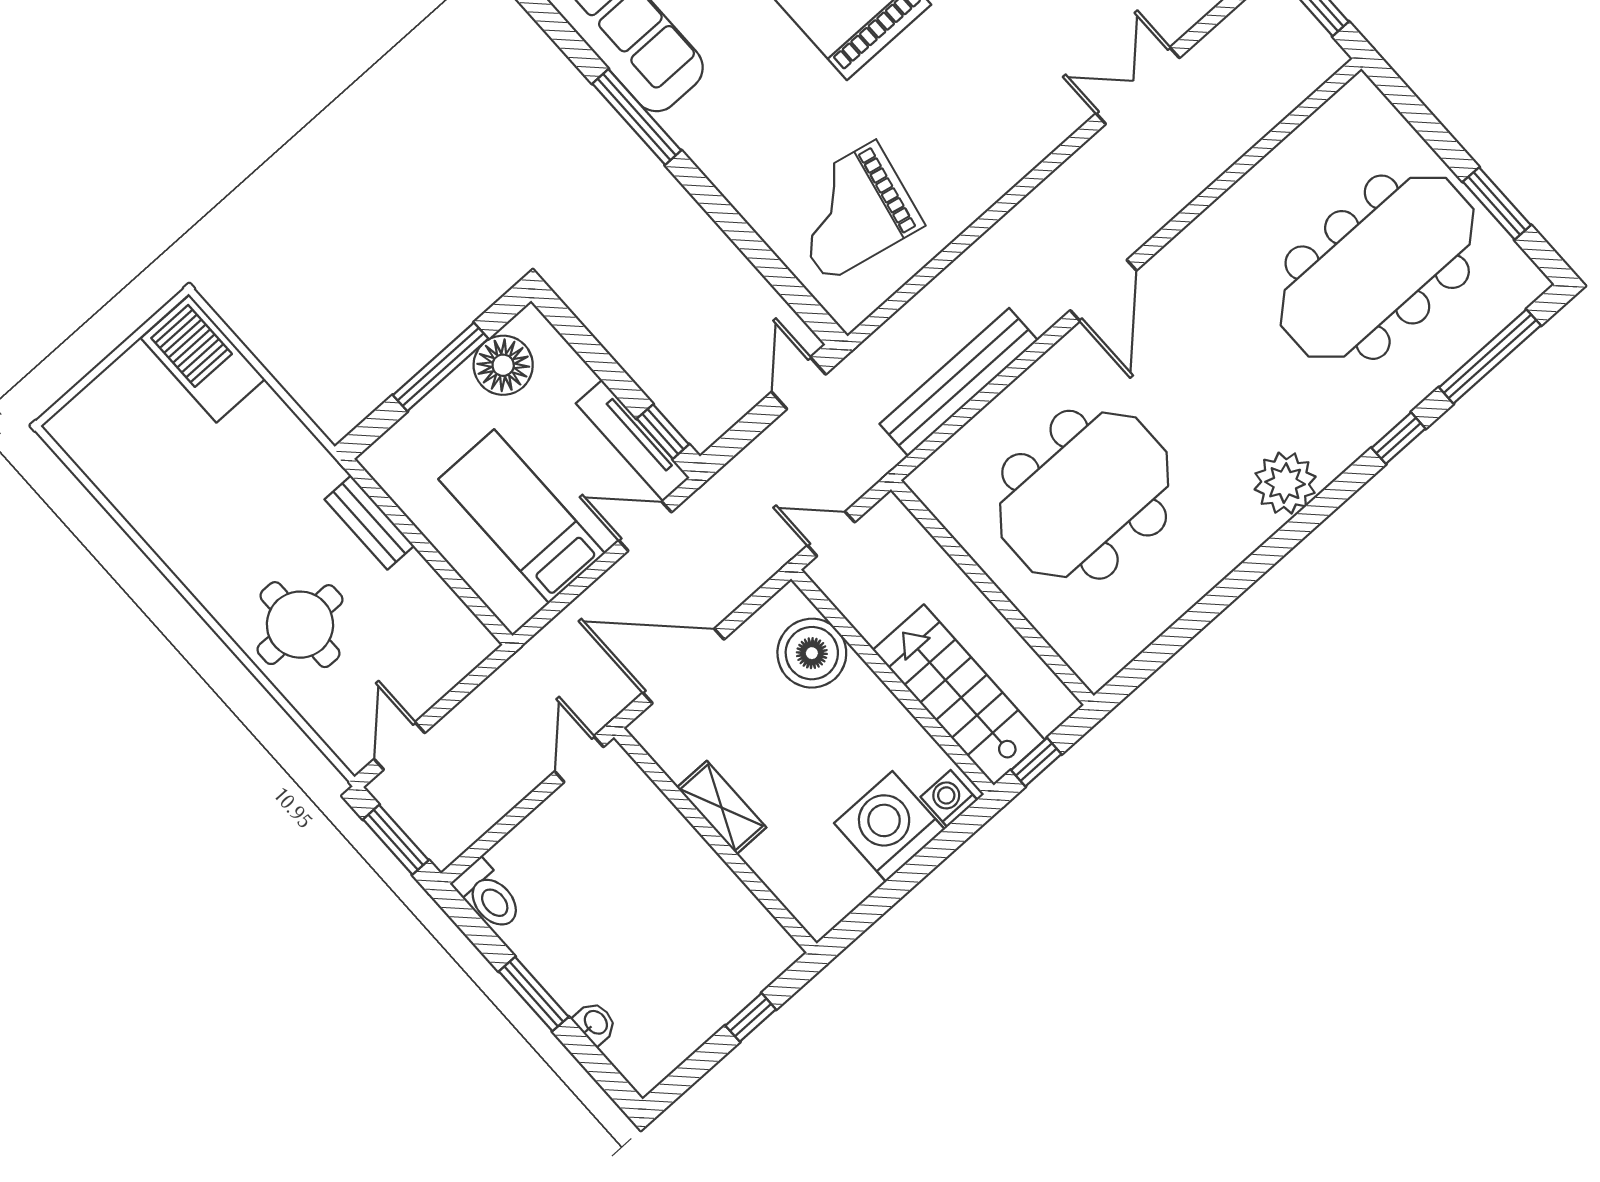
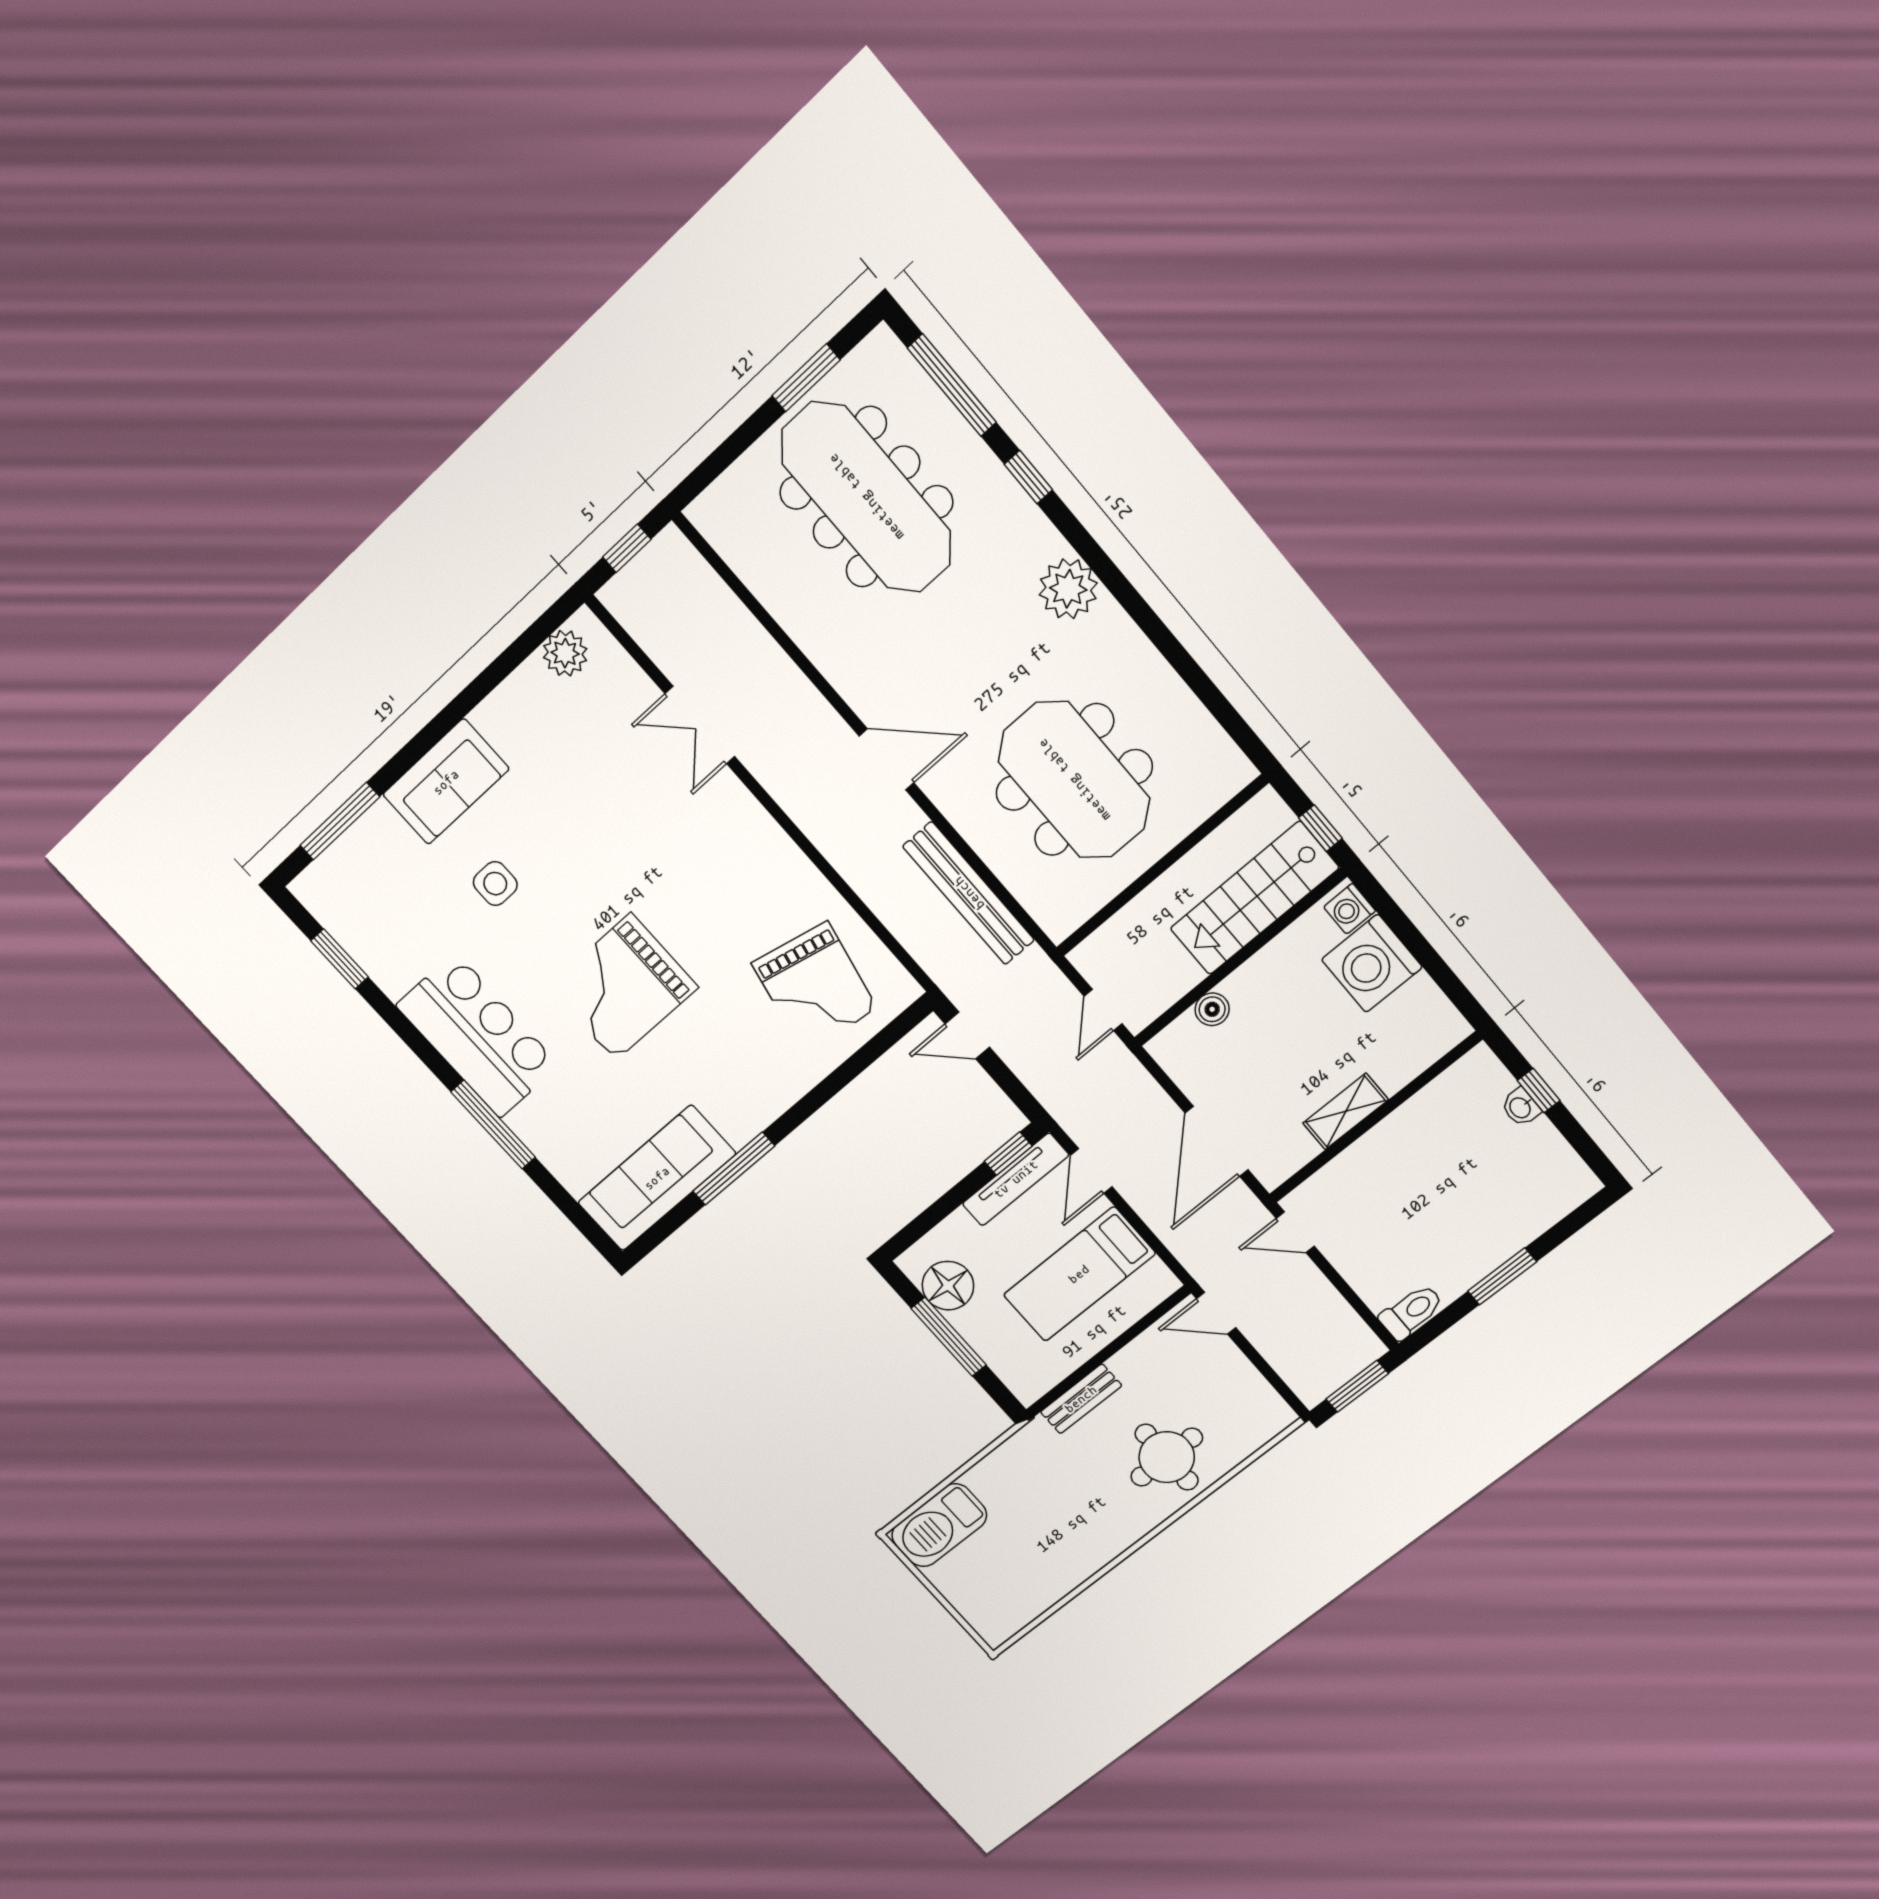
boiler: (812, 653) -> (1212, 1009), width x0.54, depth x0.54
door: (399, 746) -> (1216, 1313), moved
washbasin: (595, 1023) -> (1521, 1107), moved, turned -90

